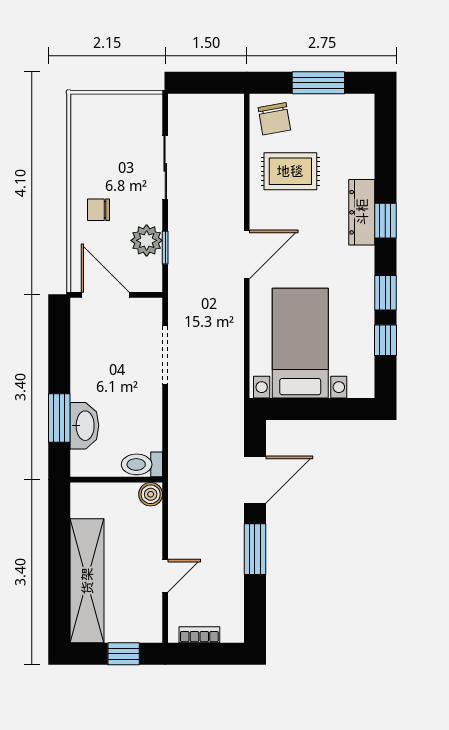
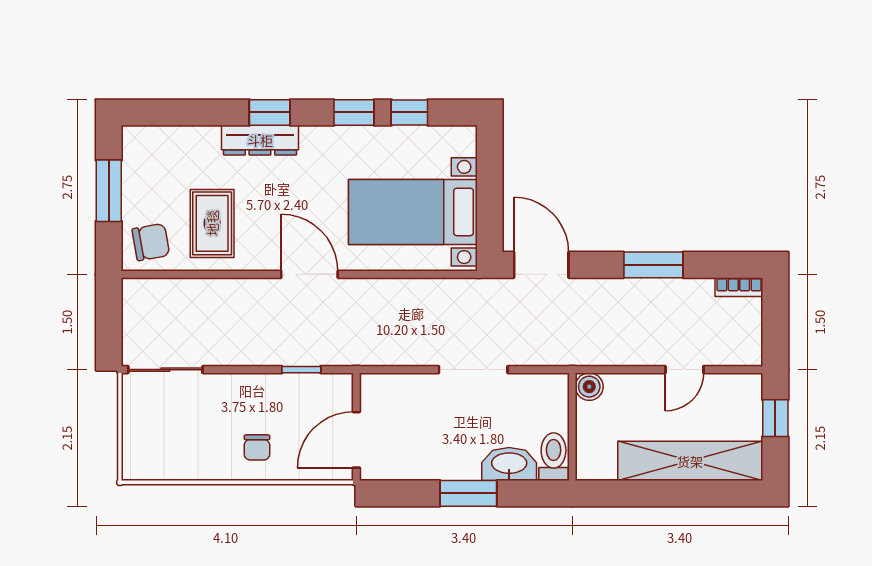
sliding door: (165, 167) -> (165, 370), moved
plant: (147, 240) -> (293, 391), removed
doorway: (165, 355) -> (473, 370), moved
window: (59, 418) -> (468, 493), moved
toilet: (142, 464) -> (554, 457), moved, turned 180
door: (255, 480) -> (541, 265), moved
door: (165, 576) -> (684, 370), swing flipped
bookcase: (199, 635) -> (739, 287), moved, turned -90

